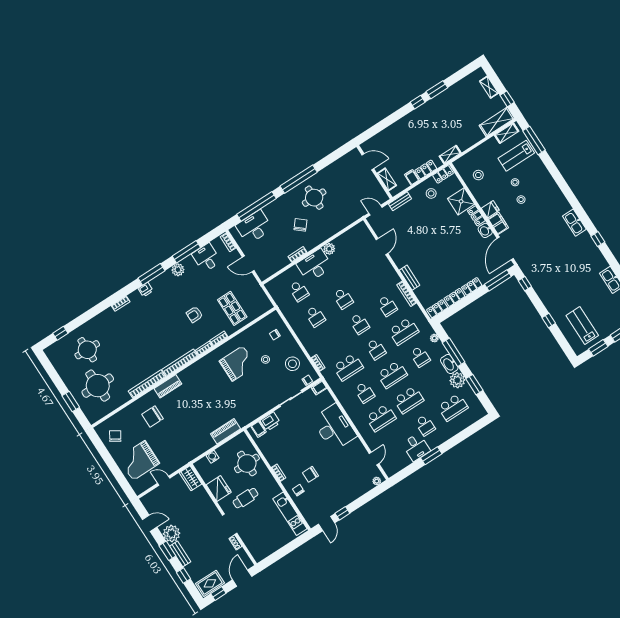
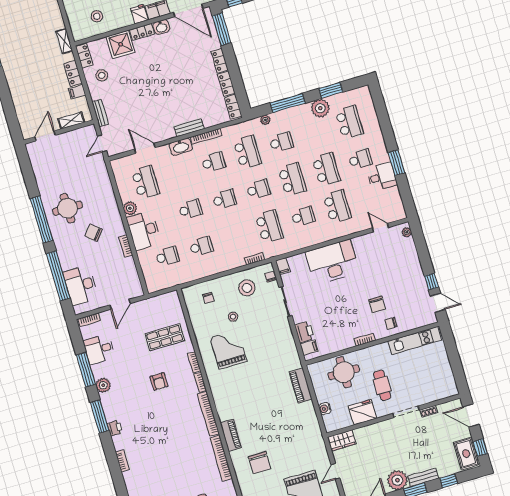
school desk: (354, 255) -> (145, 182), added
washbasin: (449, 364) -> (181, 147), moved

